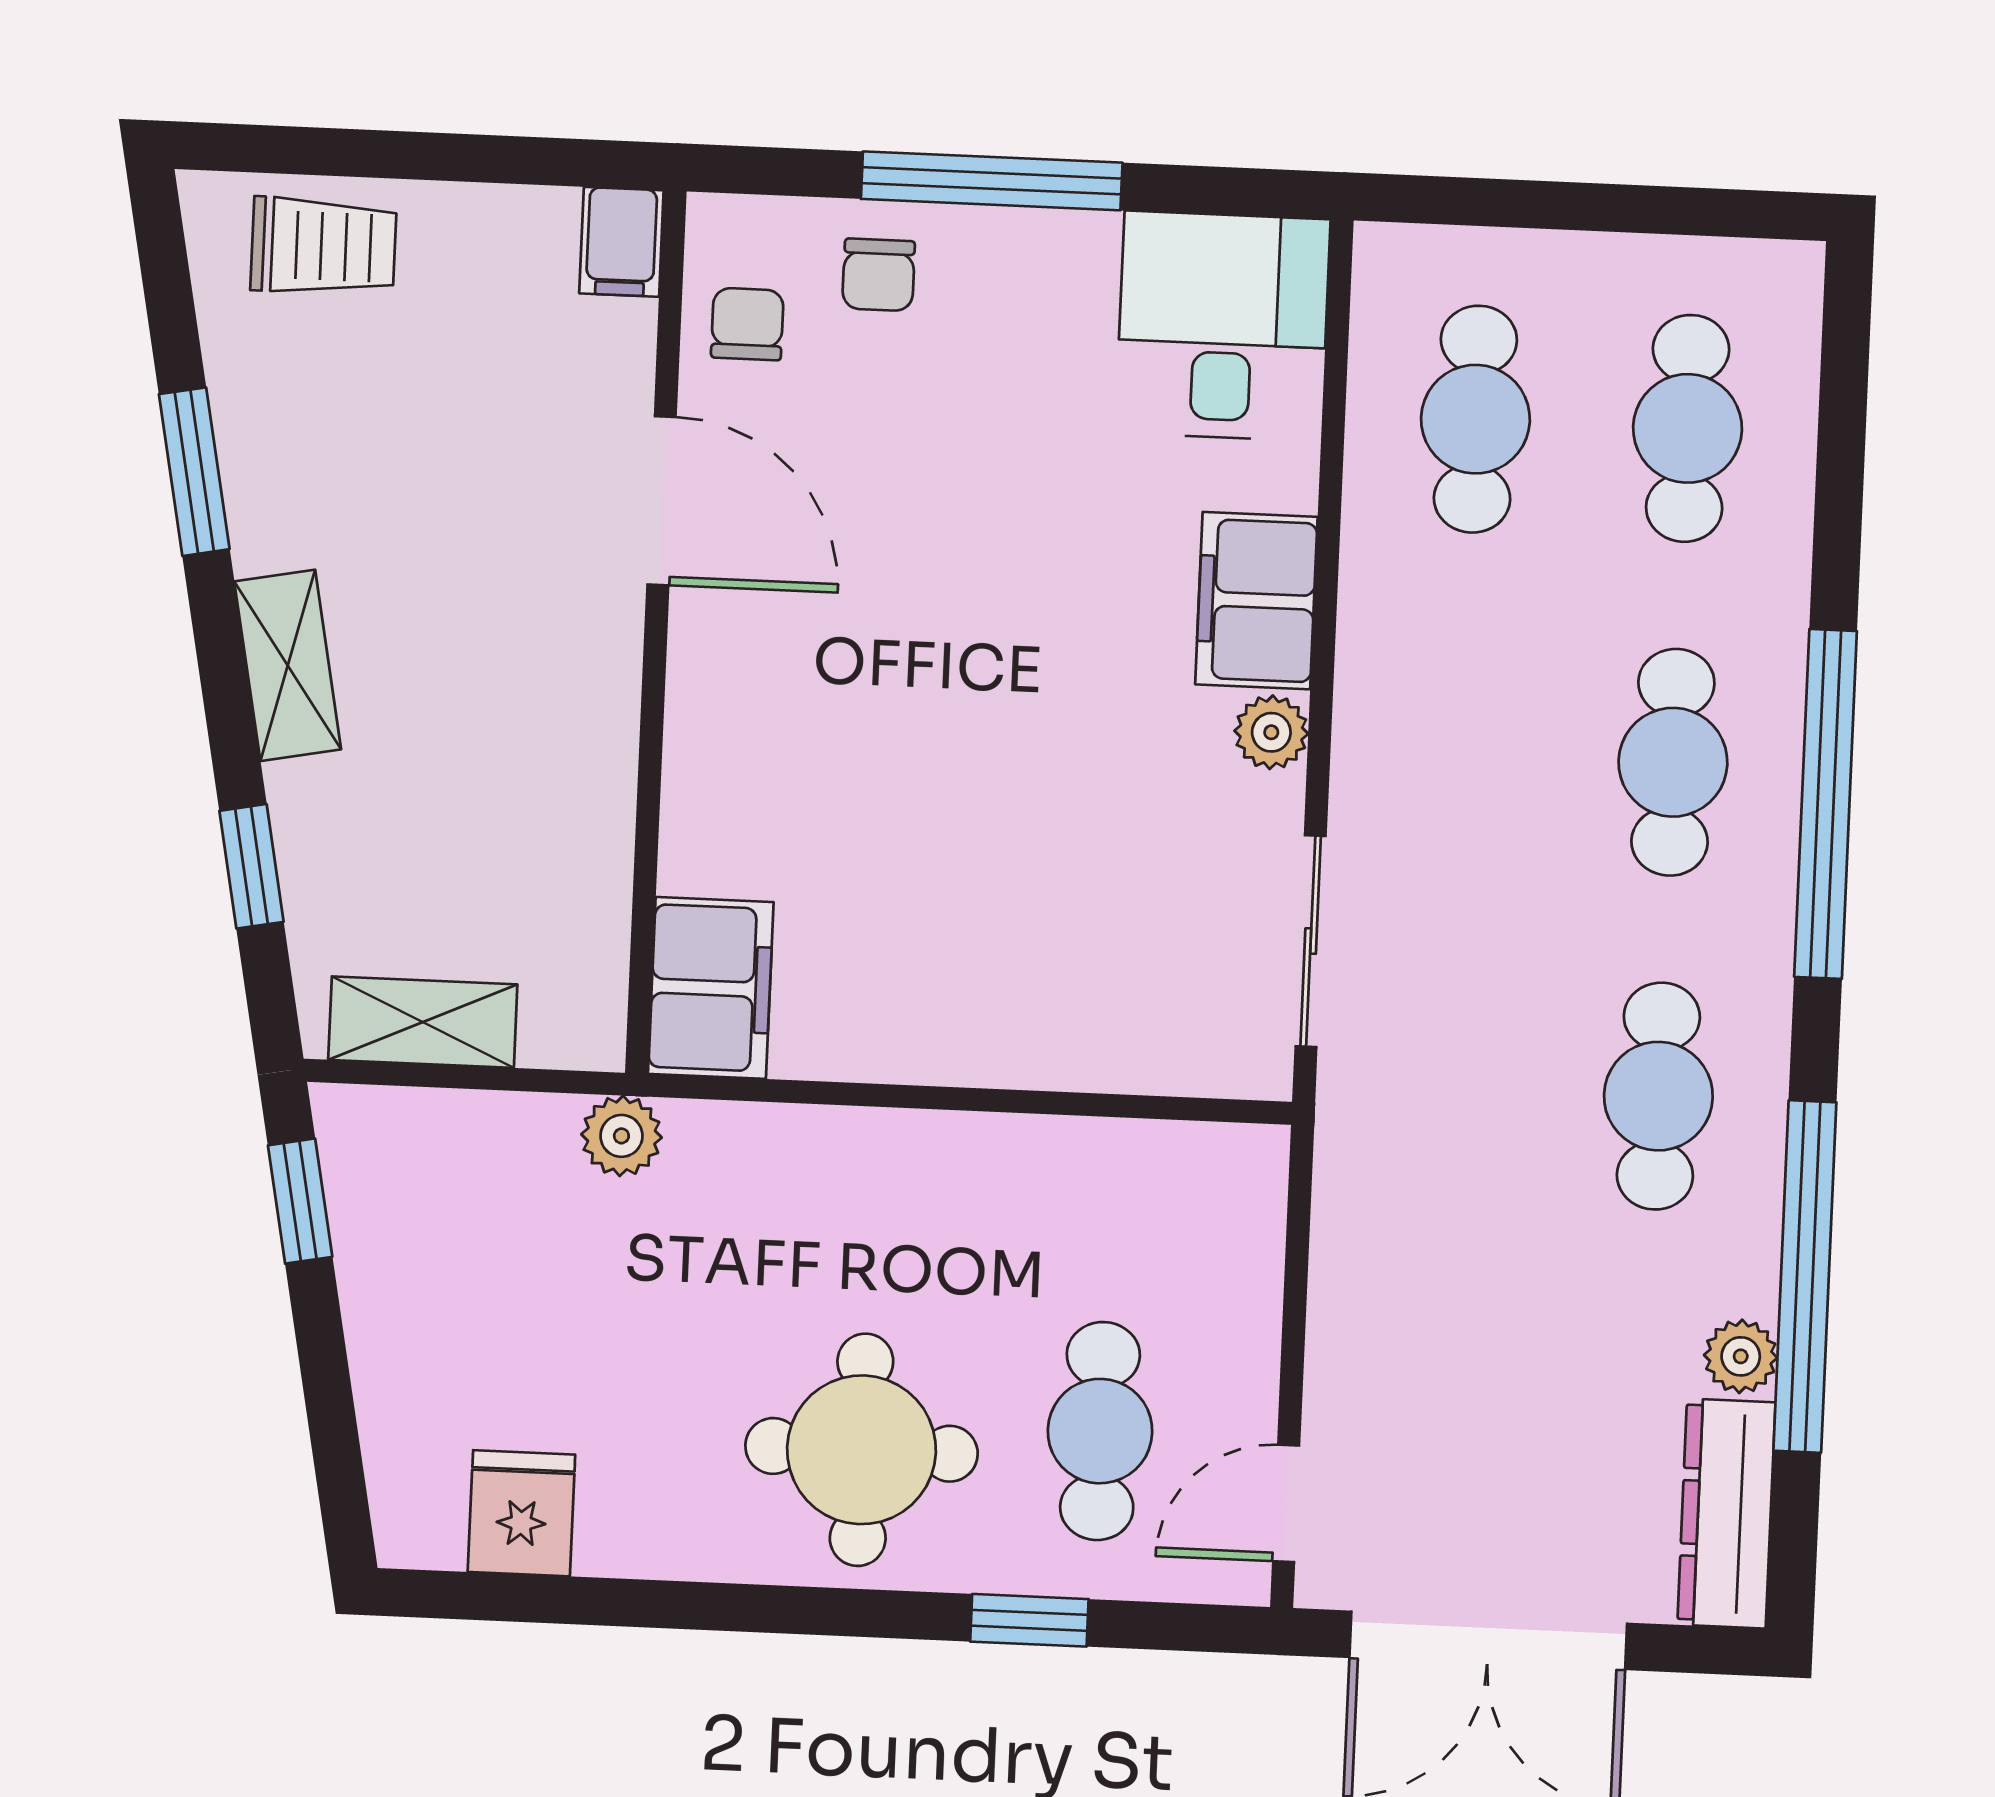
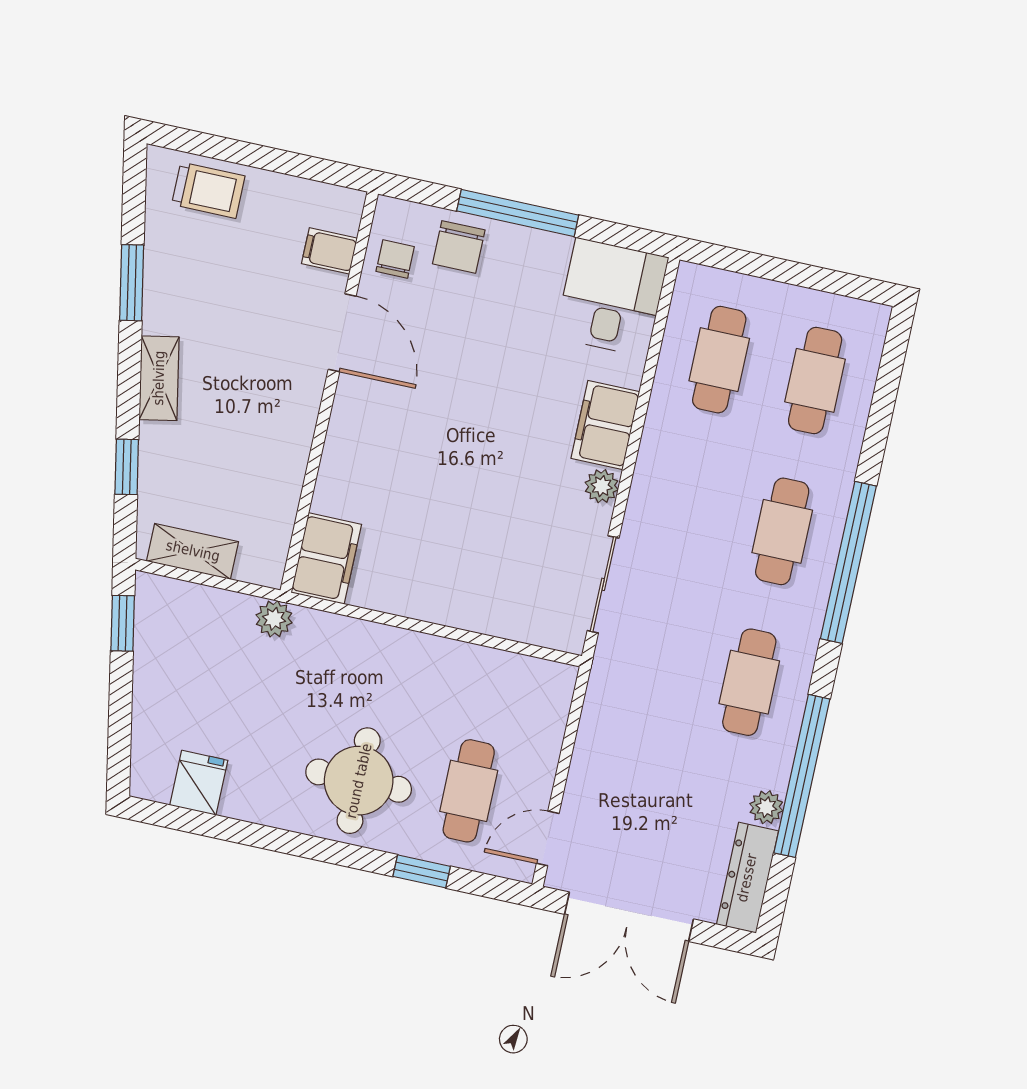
filing cabinet: (621, 242) -> (329, 251), moved, turned 90
chair: (879, 275) -> (459, 247), width x1.37, depth x1.37

